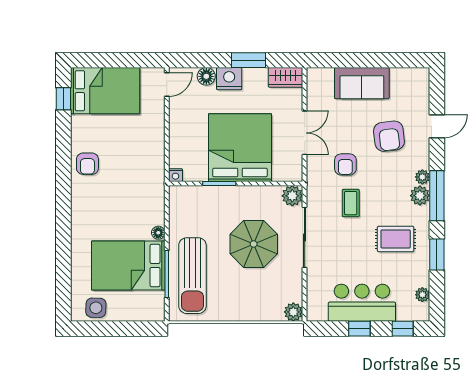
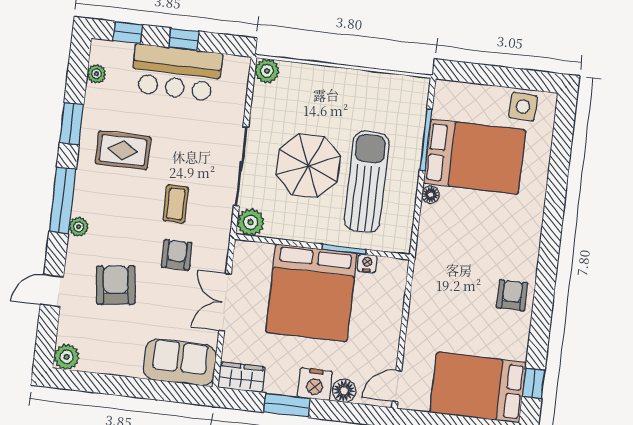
sofa: (362, 83) -> (180, 362), moved
nightstand: (175, 175) -> (367, 263), moved
plant: (420, 196) -> (67, 357), moved
sun lounger: (192, 276) -> (367, 182), moved

